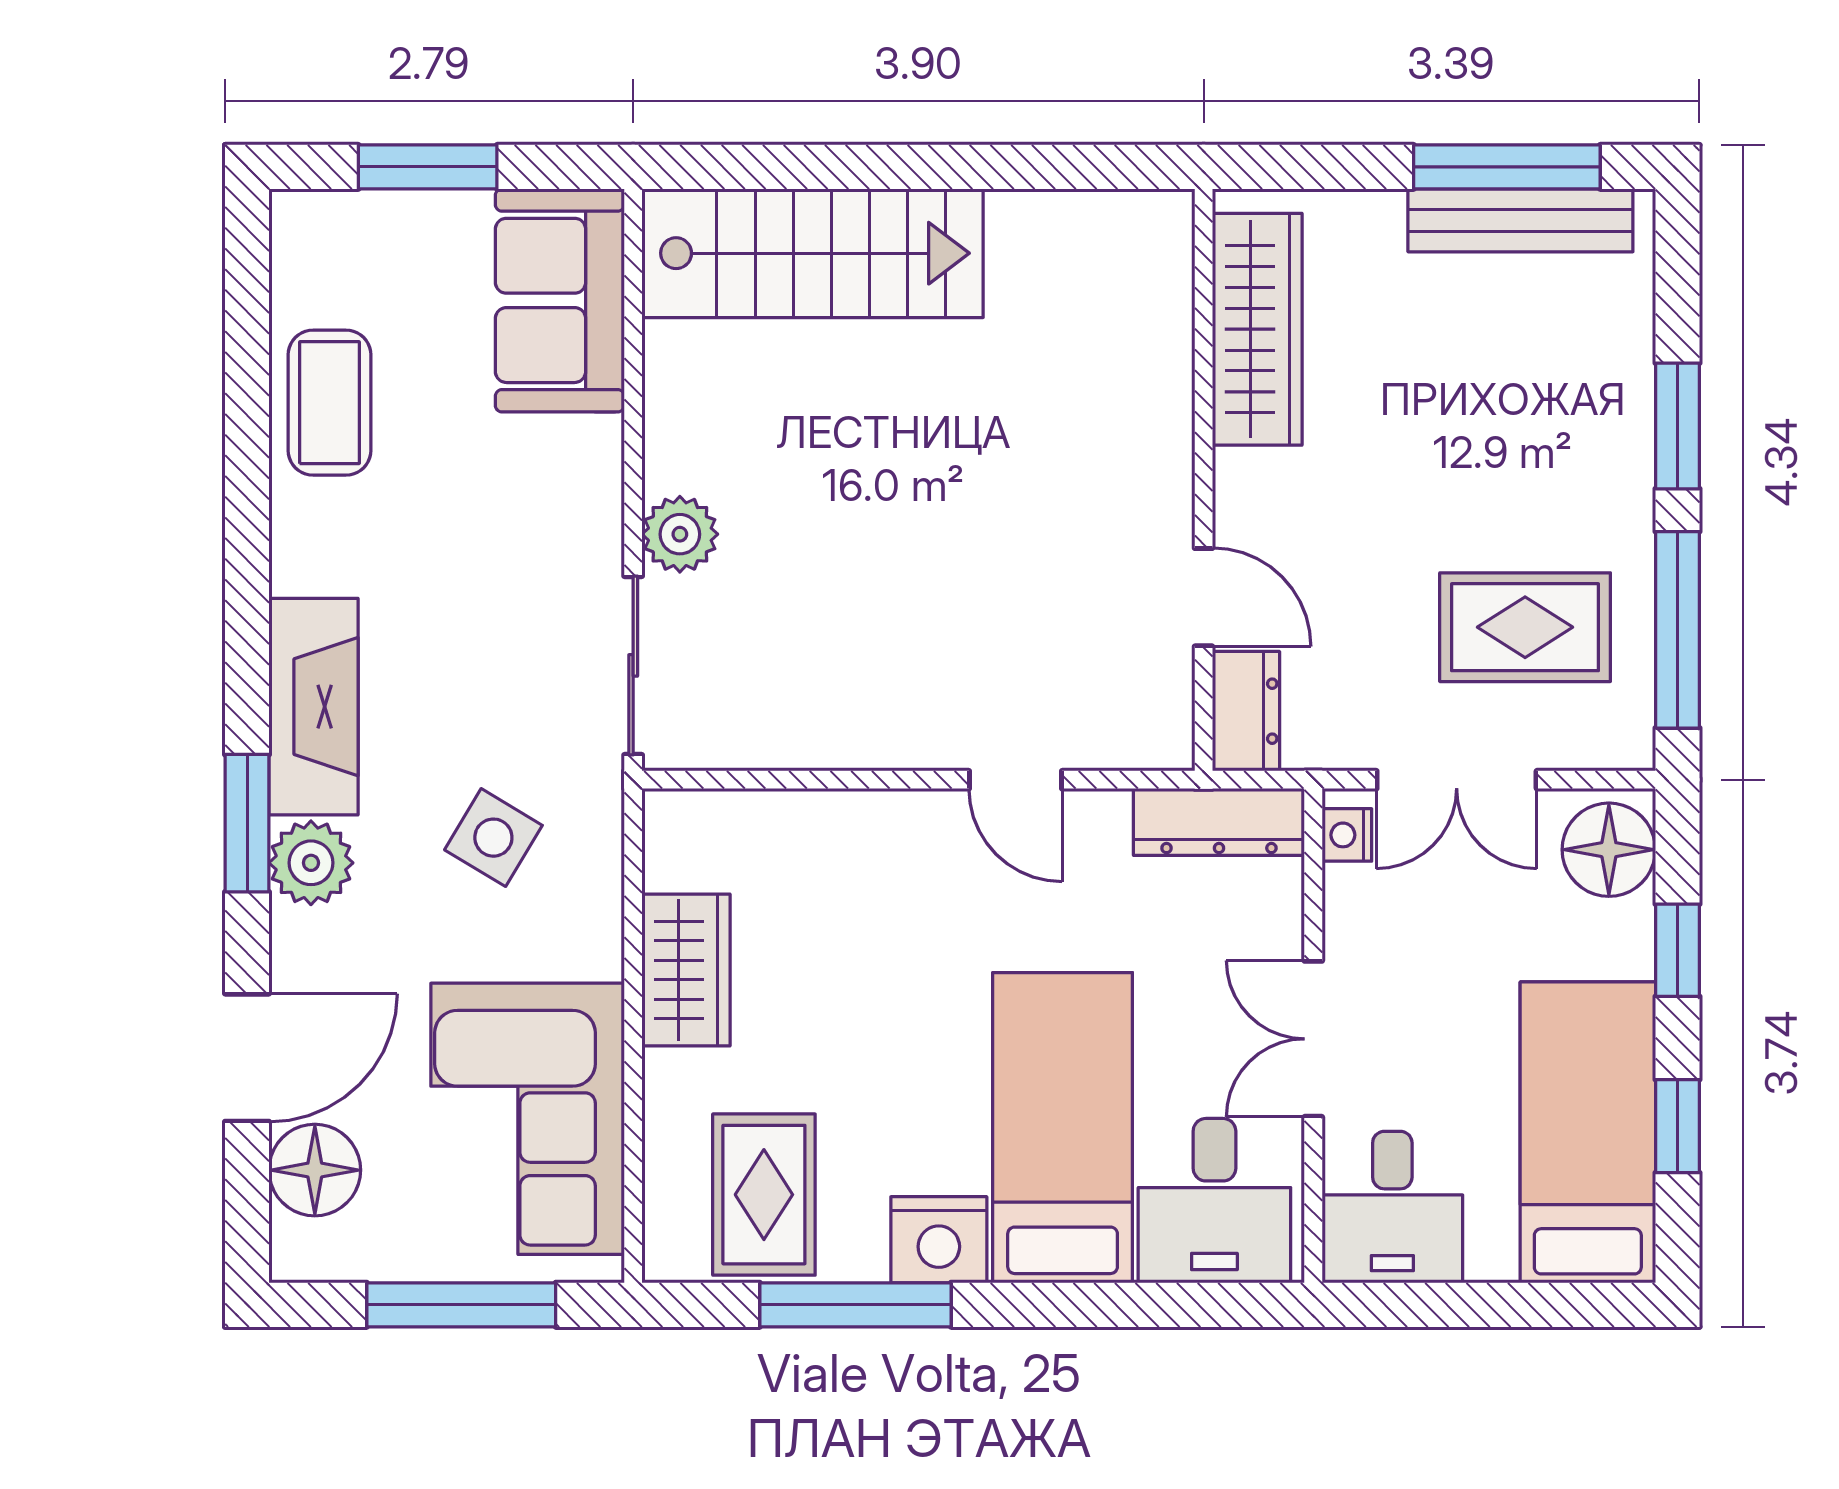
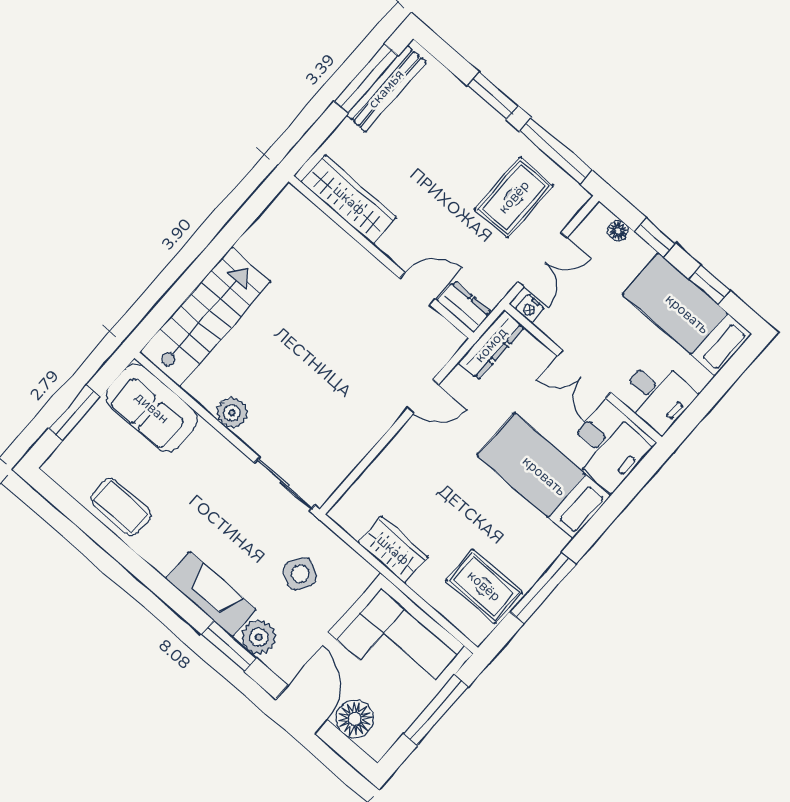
plant: (680, 534) -> (232, 413), moved
floor lamp: (1609, 850) -> (618, 231), width x0.53, depth x0.53
nightstand: (939, 1240) -> (545, 544), removed

